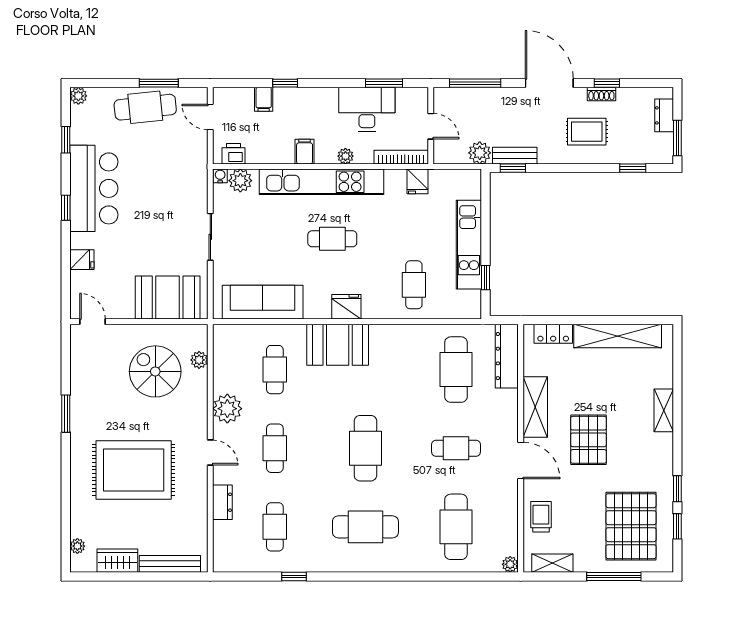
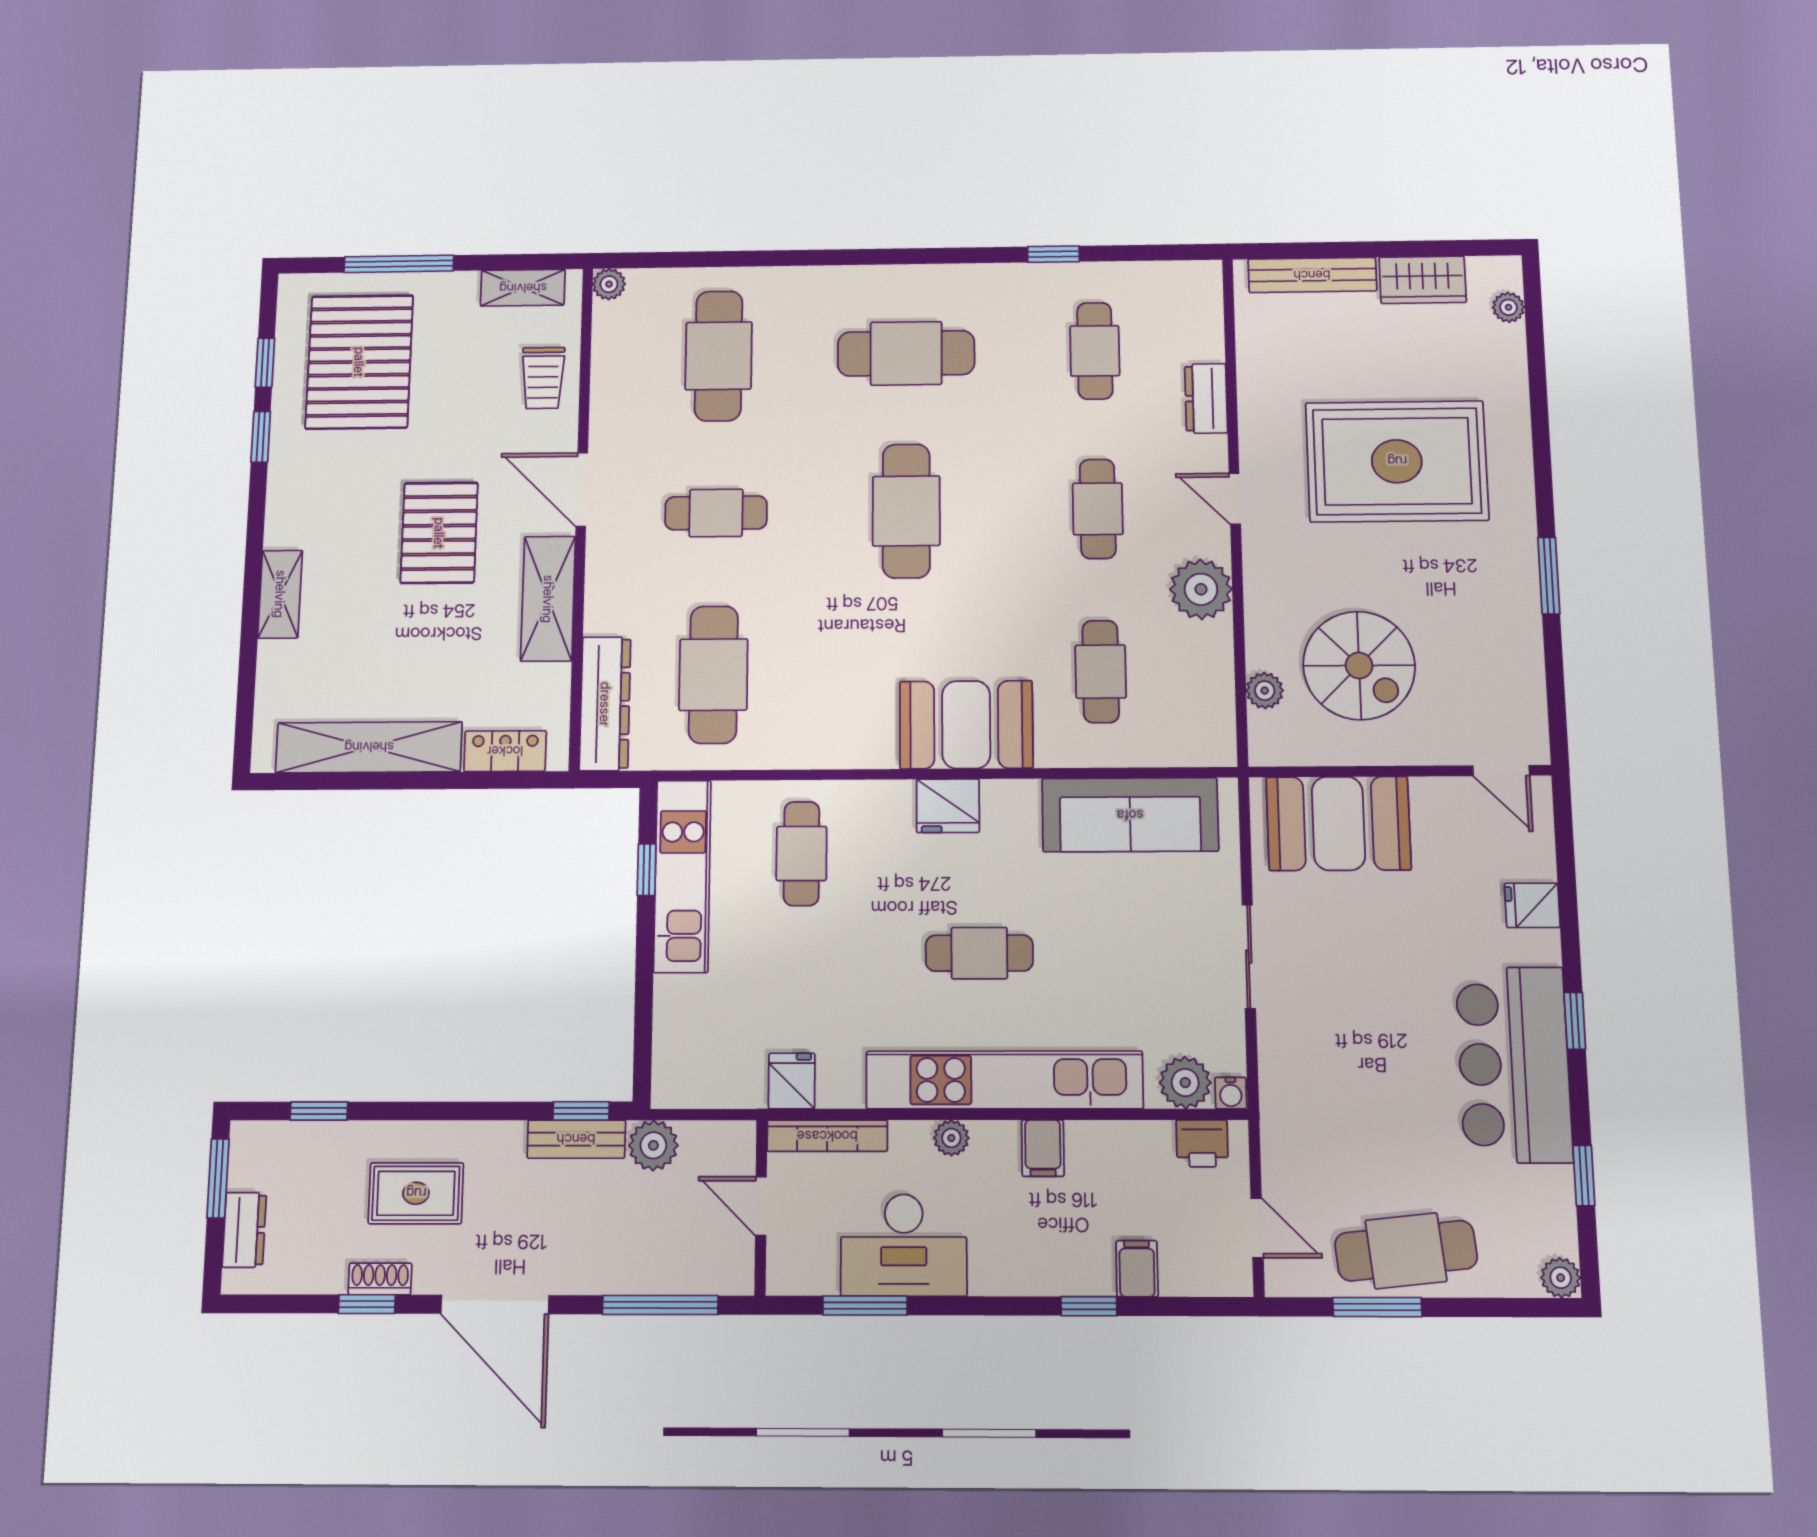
kitchen unit: (469, 245) -> (682, 876), moved

